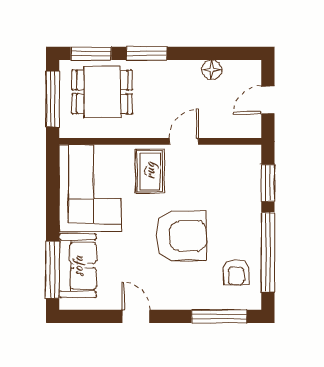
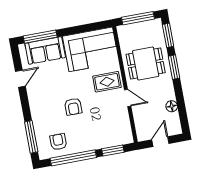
dining table: (102, 92) -> (146, 64), moved, turned 90
door: (268, 100) -> (160, 142), hinge flipped
armchair: (181, 236) -> (73, 107), width x0.53, depth x0.53
armchair: (236, 272) -> (58, 142), turned 91
door: (136, 316) -> (20, 79), moved

